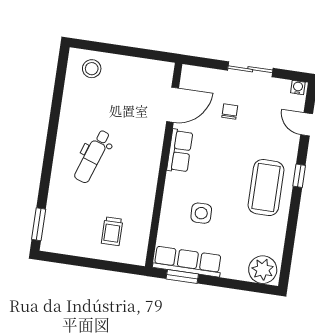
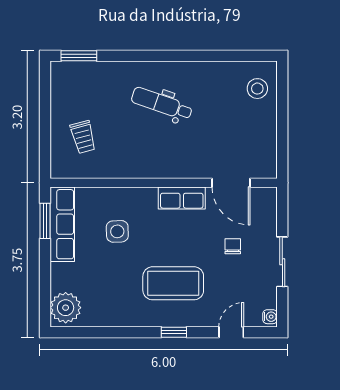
chair: (230, 111) -> (233, 246), turned -90
coffee table: (266, 188) -> (173, 283), moved
trolley: (112, 231) -> (83, 137), turned -105

